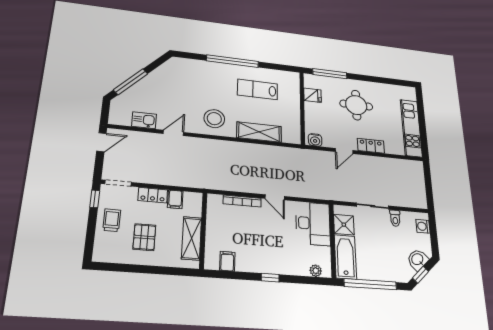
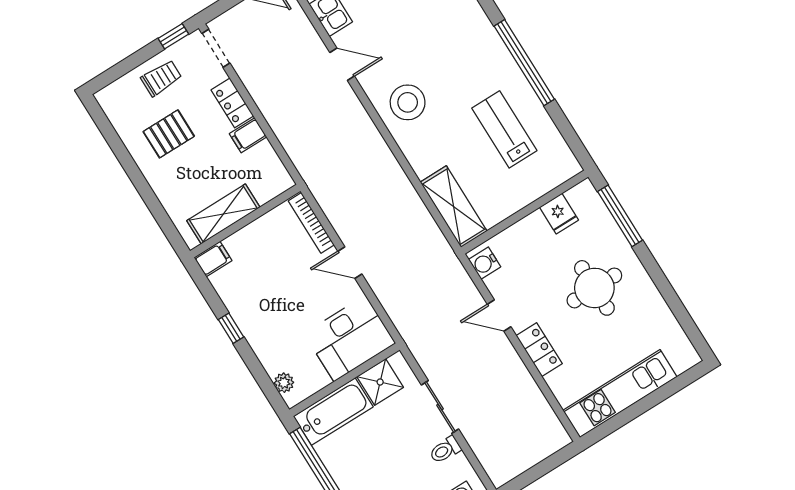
shelving: (259, 132) -> (454, 207), moved
door: (275, 197) -> (350, 263), hinge flipped
wall: (203, 230) -> (245, 221), moved
shelving: (191, 238) -> (223, 214), moved

